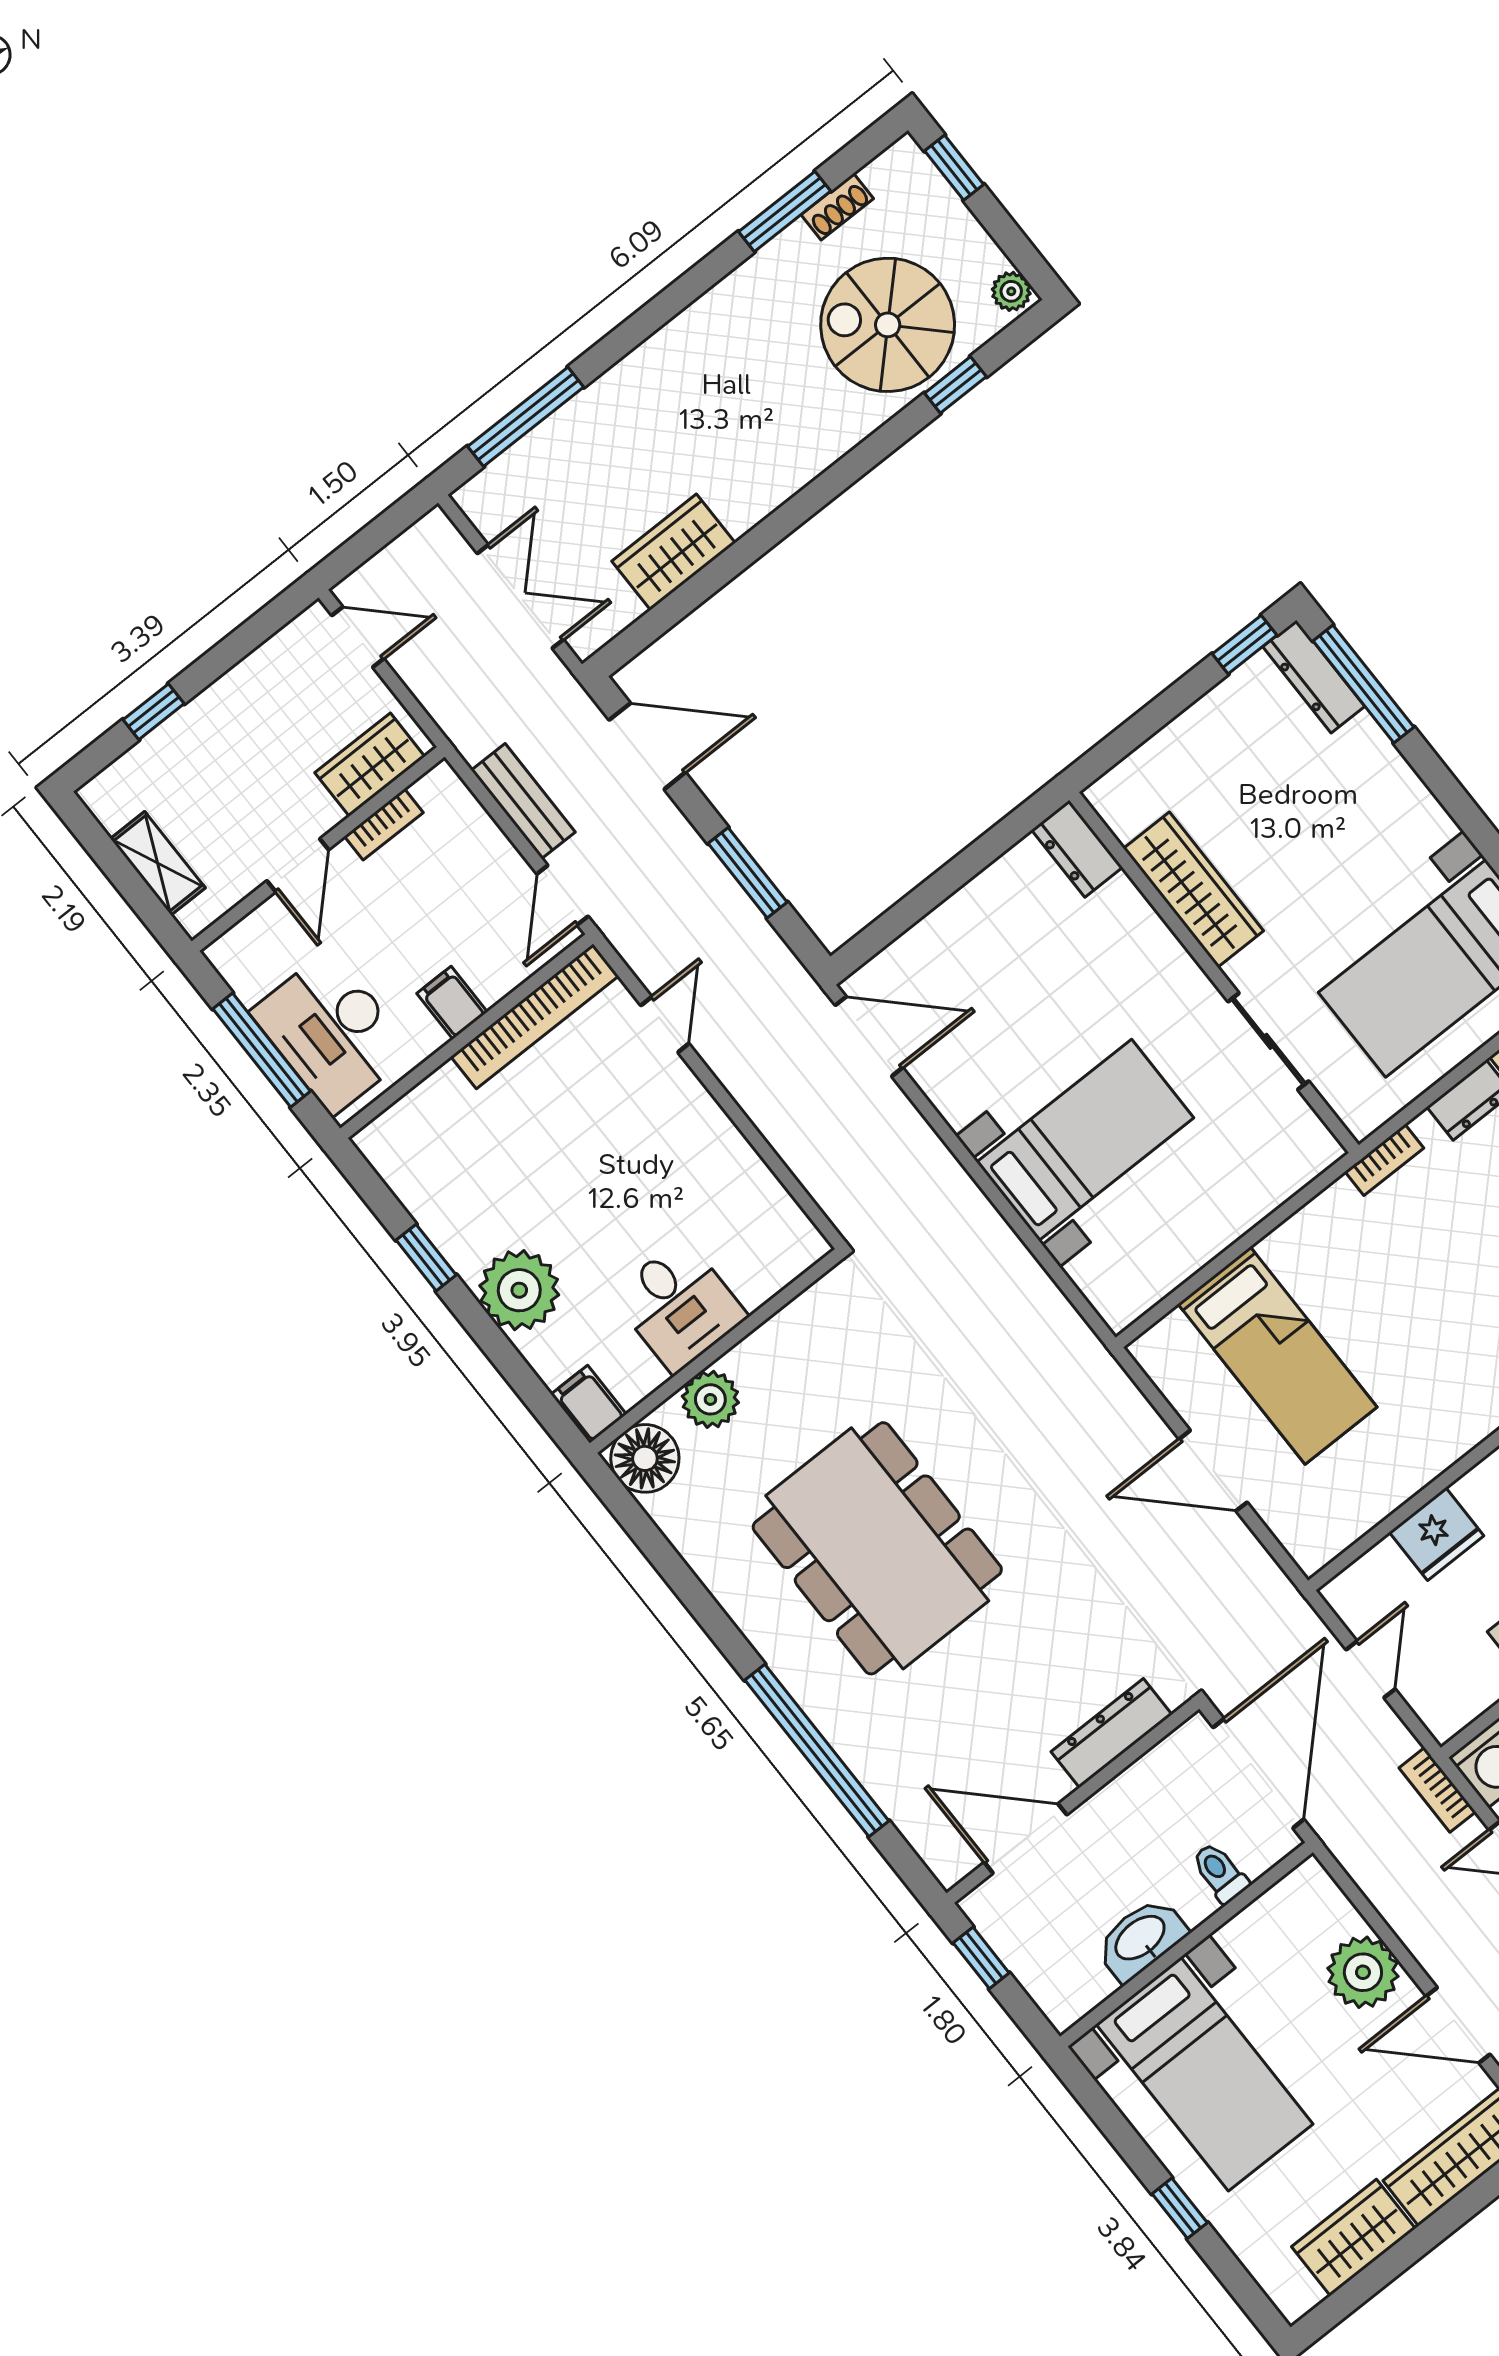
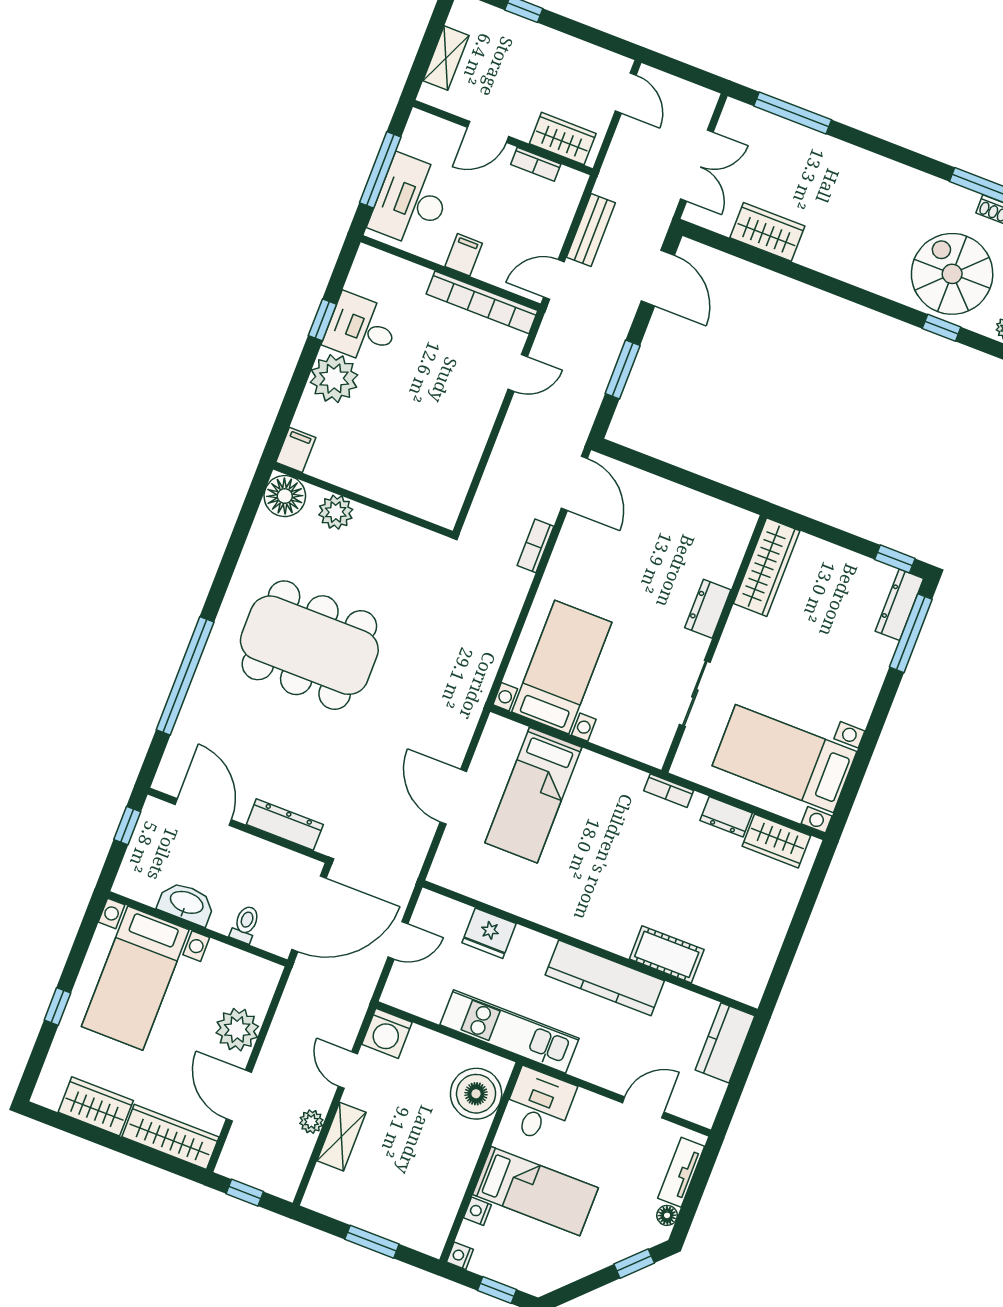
dresser: (1077, 849) -> (708, 609), moved
wardrobe: (1193, 890) -> (767, 567), moved
bed with nightstands: (1085, 1140) -> (562, 667), moved, turned -90
desk: (679, 1305) -> (361, 329), moved, turned 90
dining table: (877, 1548) -> (309, 645), turned 90
bookcase: (1437, 1790) -> (535, 546), moved

